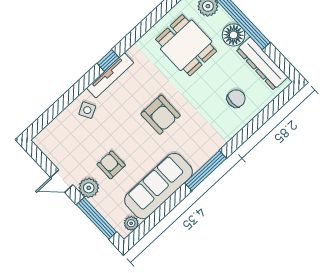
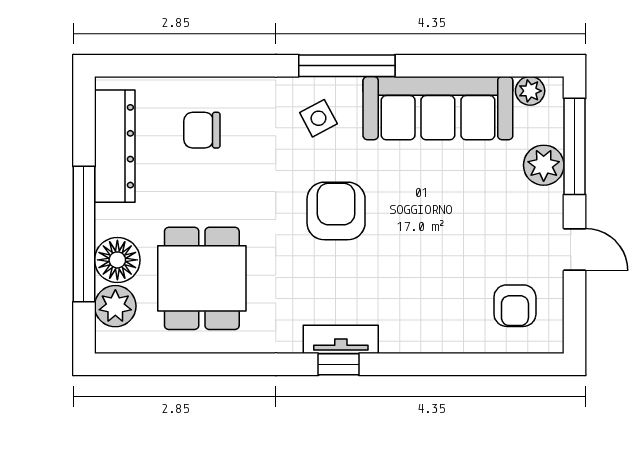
floor lamp: (234, 35) -> (117, 260), moved
tv unit: (110, 75) -> (341, 339), width x0.71
side table: (87, 110) -> (318, 118), moved
armchair: (111, 165) -> (515, 306), moved
plant: (89, 188) -> (544, 165), moved

